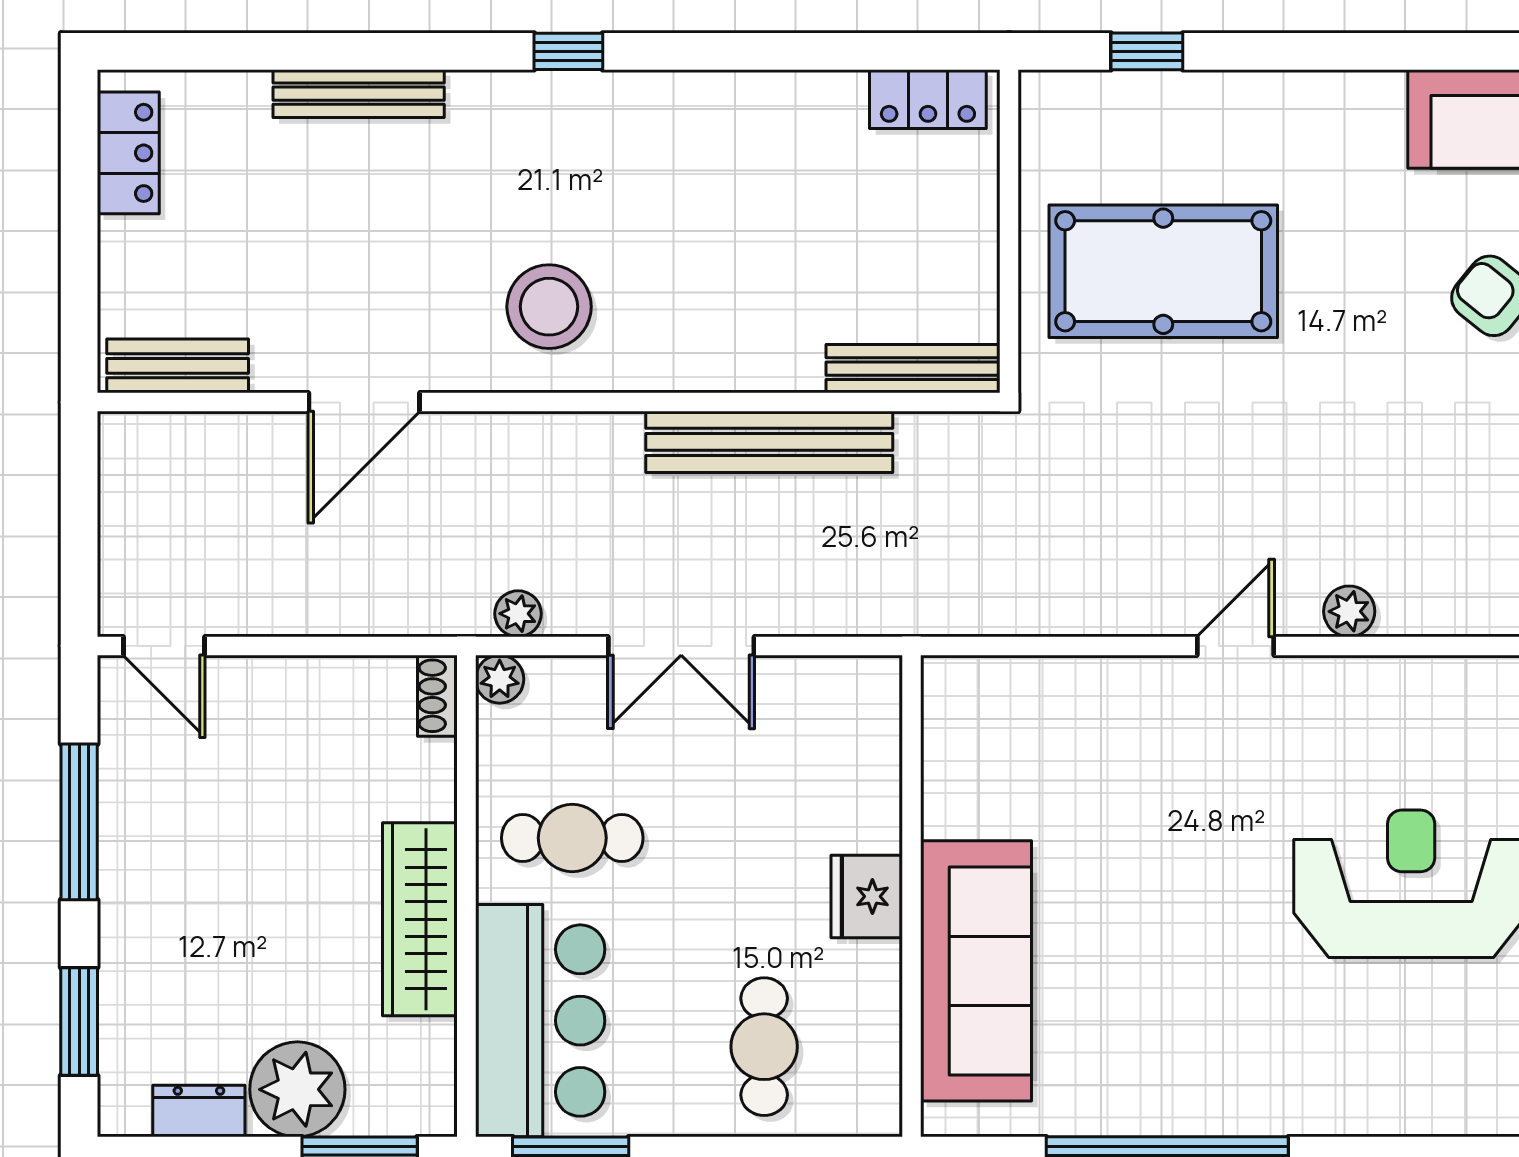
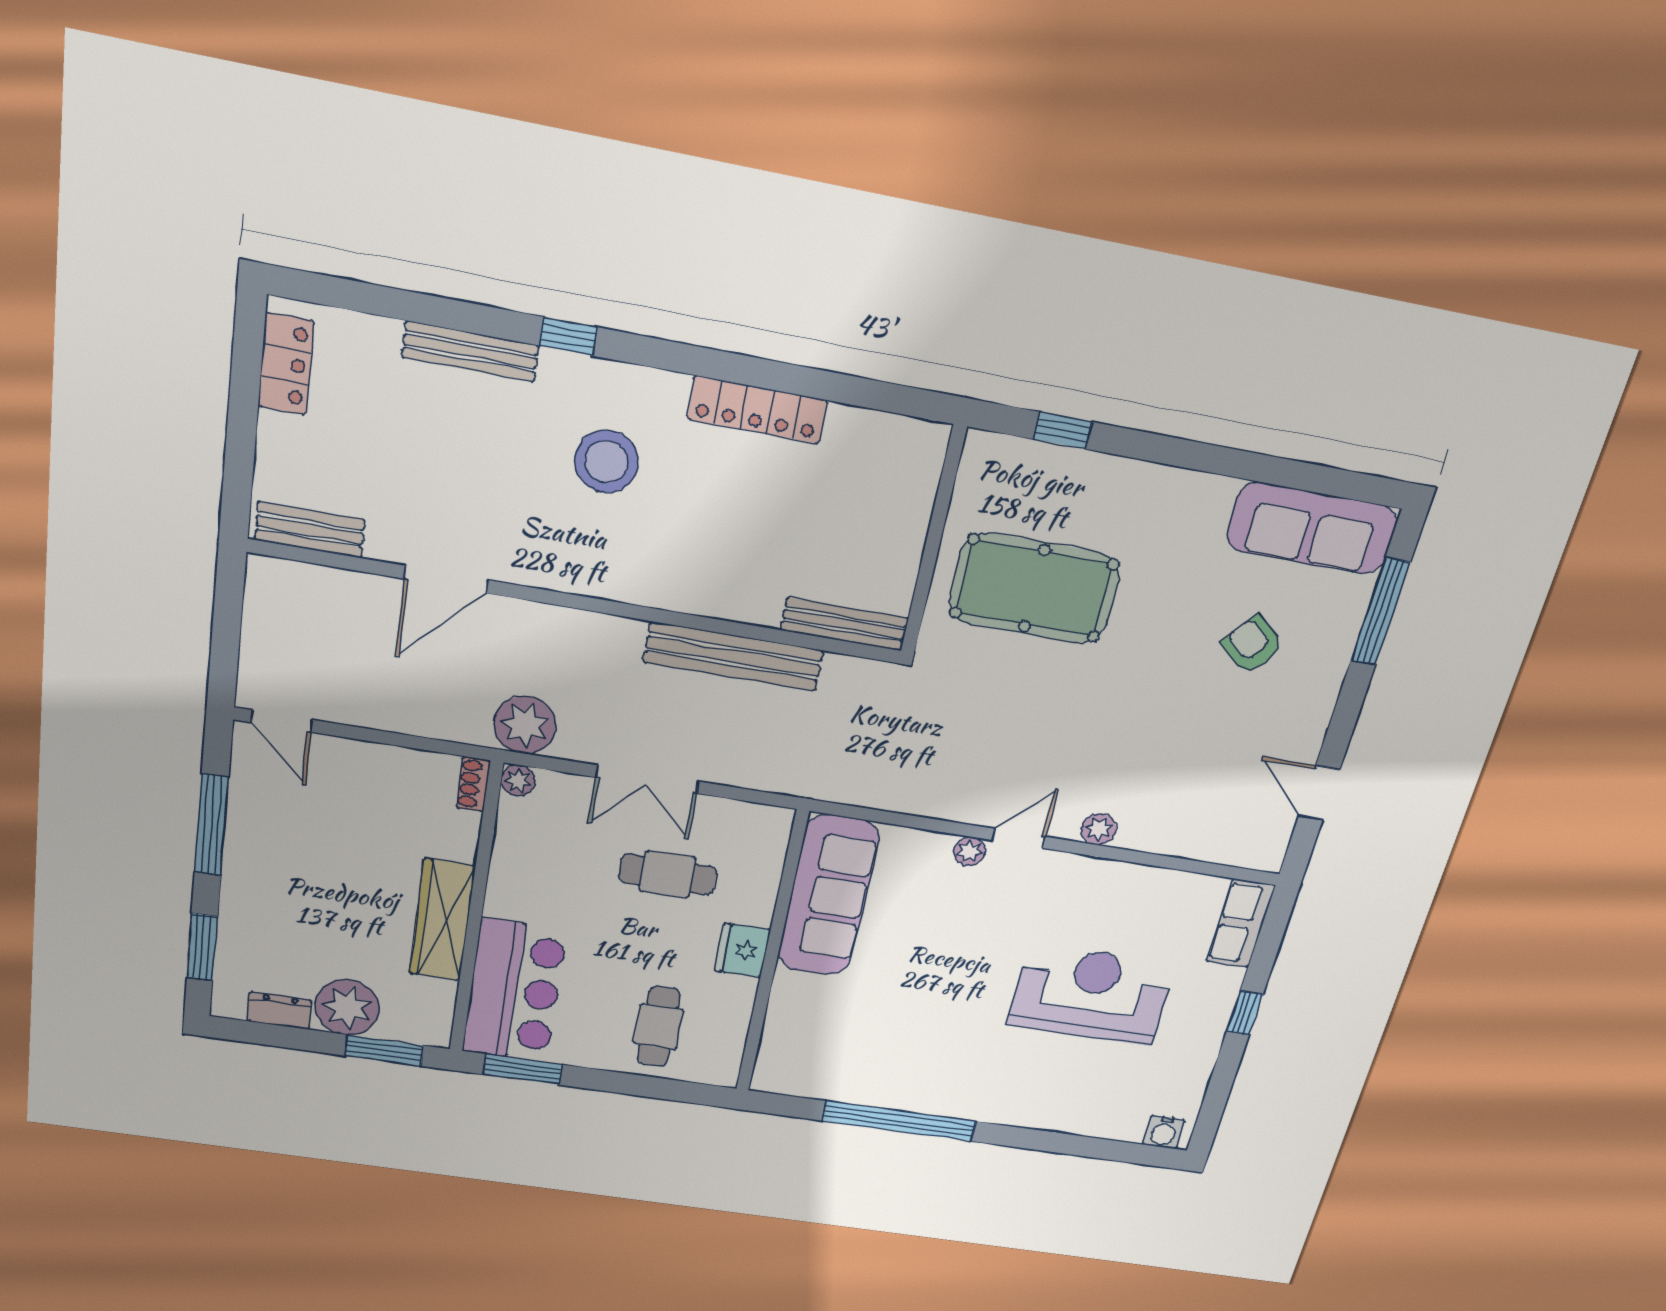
window: (568, 51) -> (568, 336), moved
locker: (928, 99) -> (757, 410), moved, width x1.53
stool: (549, 307) -> (606, 461), moved
plant: (518, 614) -> (525, 725), width x1.88, depth x1.88
plant: (1168, 679) -> (969, 851), added
cafe table: (572, 838) -> (668, 874), moved
sofa: (976, 971) -> (828, 896), moved

